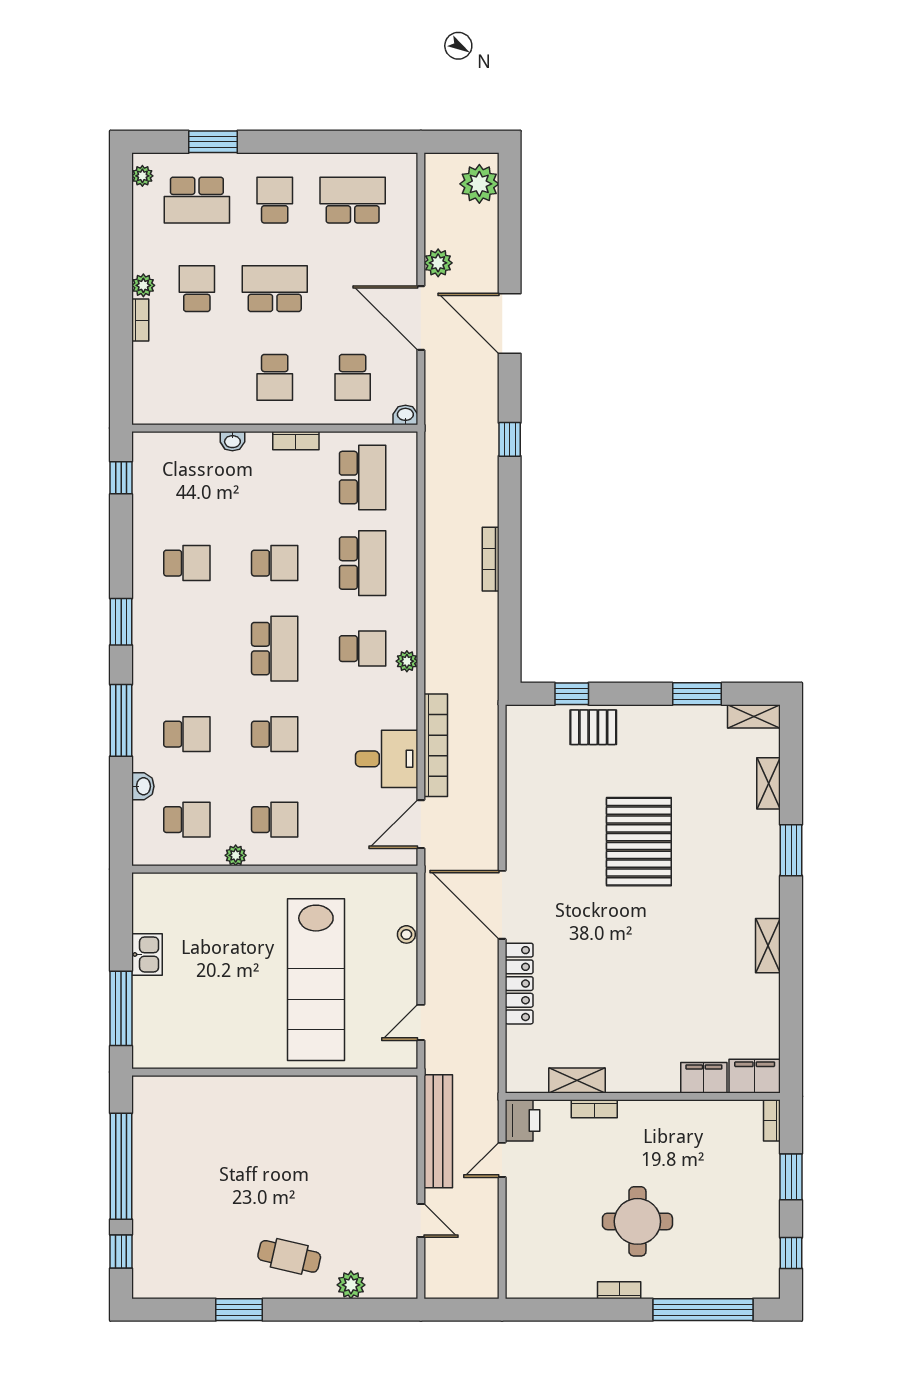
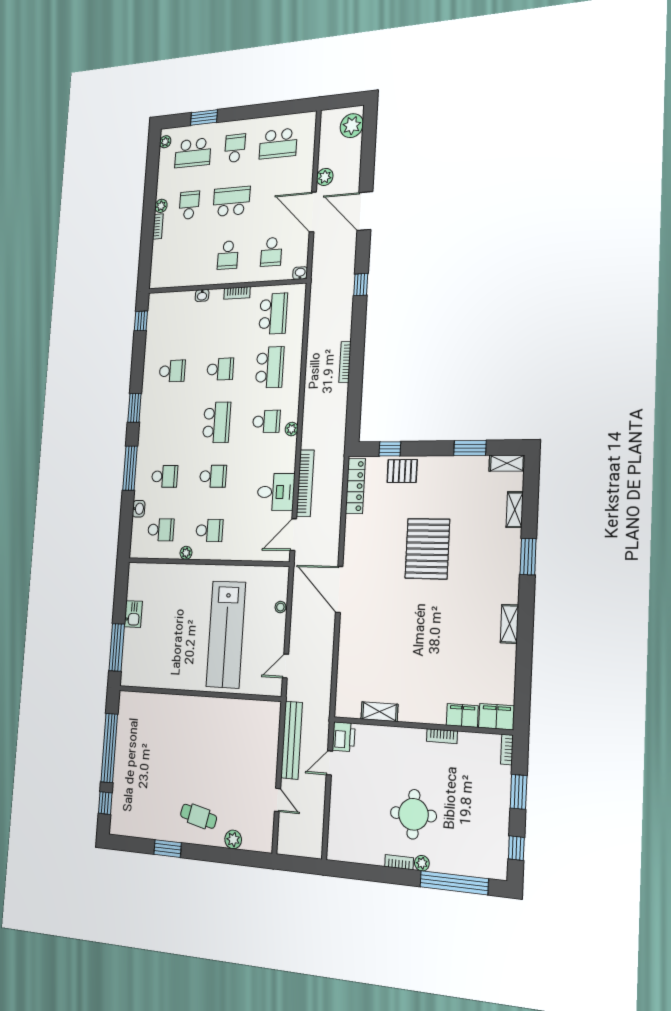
school desk: (353, 200) -> (278, 144), turned 180
locker: (519, 984) -> (355, 486), moved
bookcase: (594, 1109) -> (442, 736), moved
plant: (654, 1288) -> (422, 863), added

